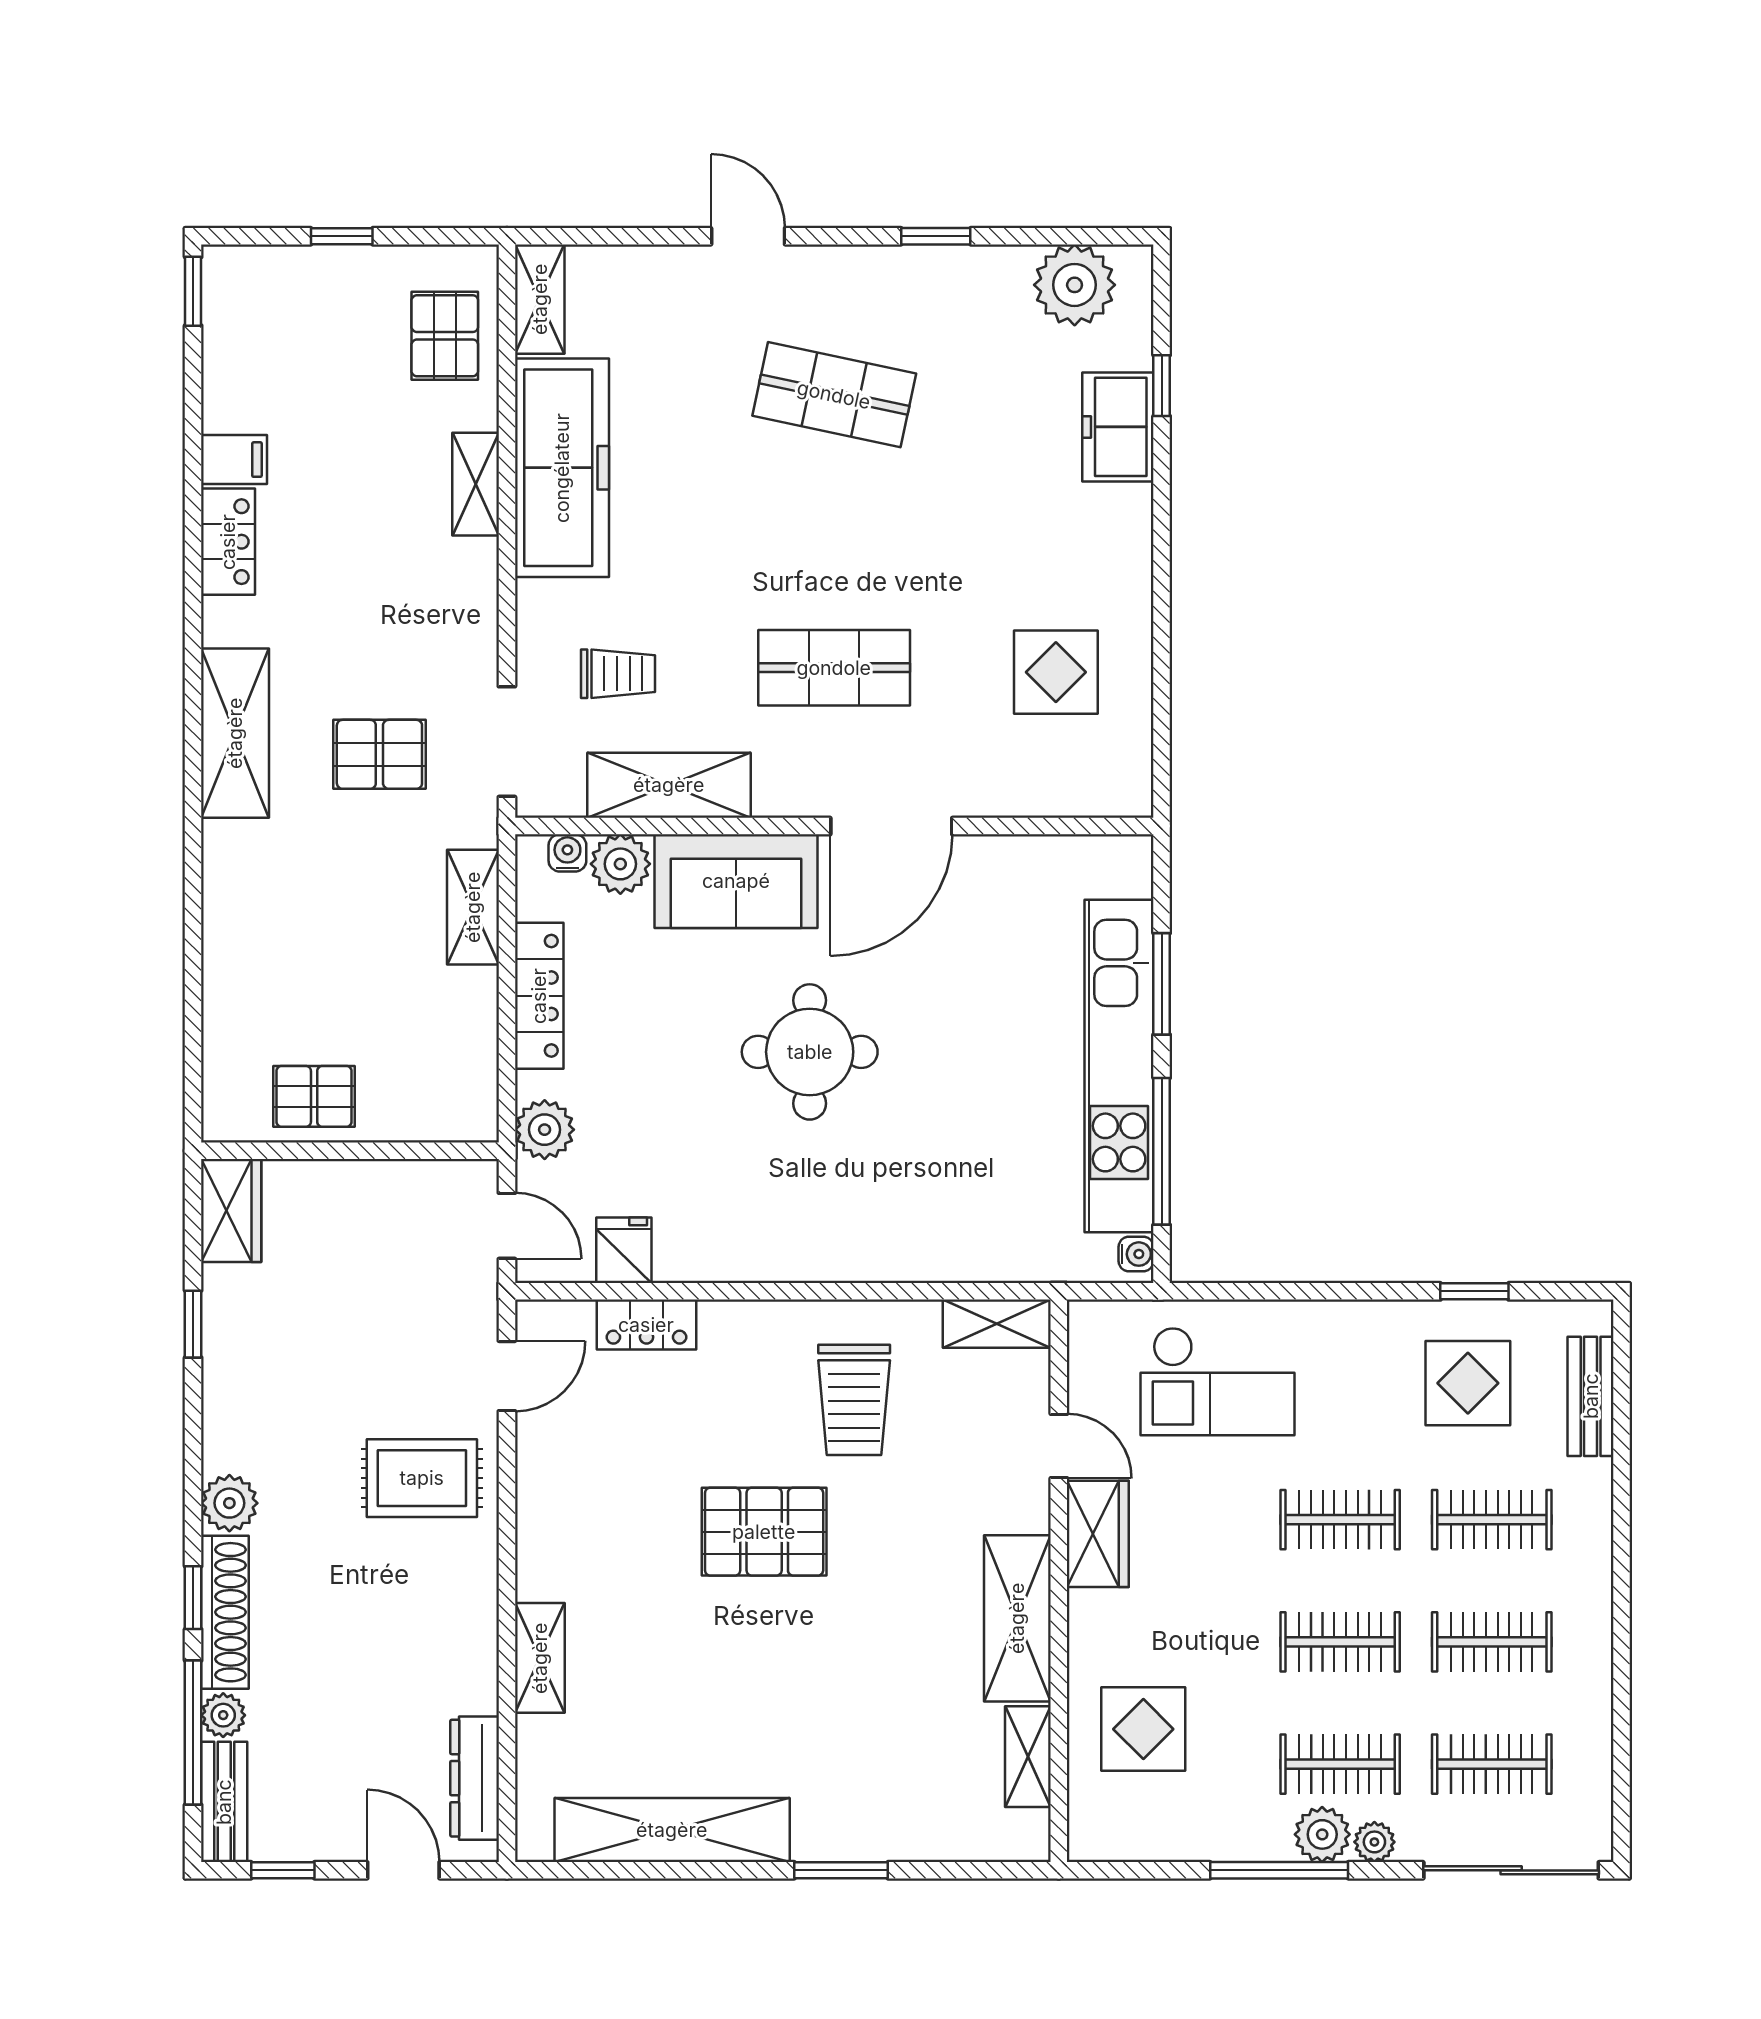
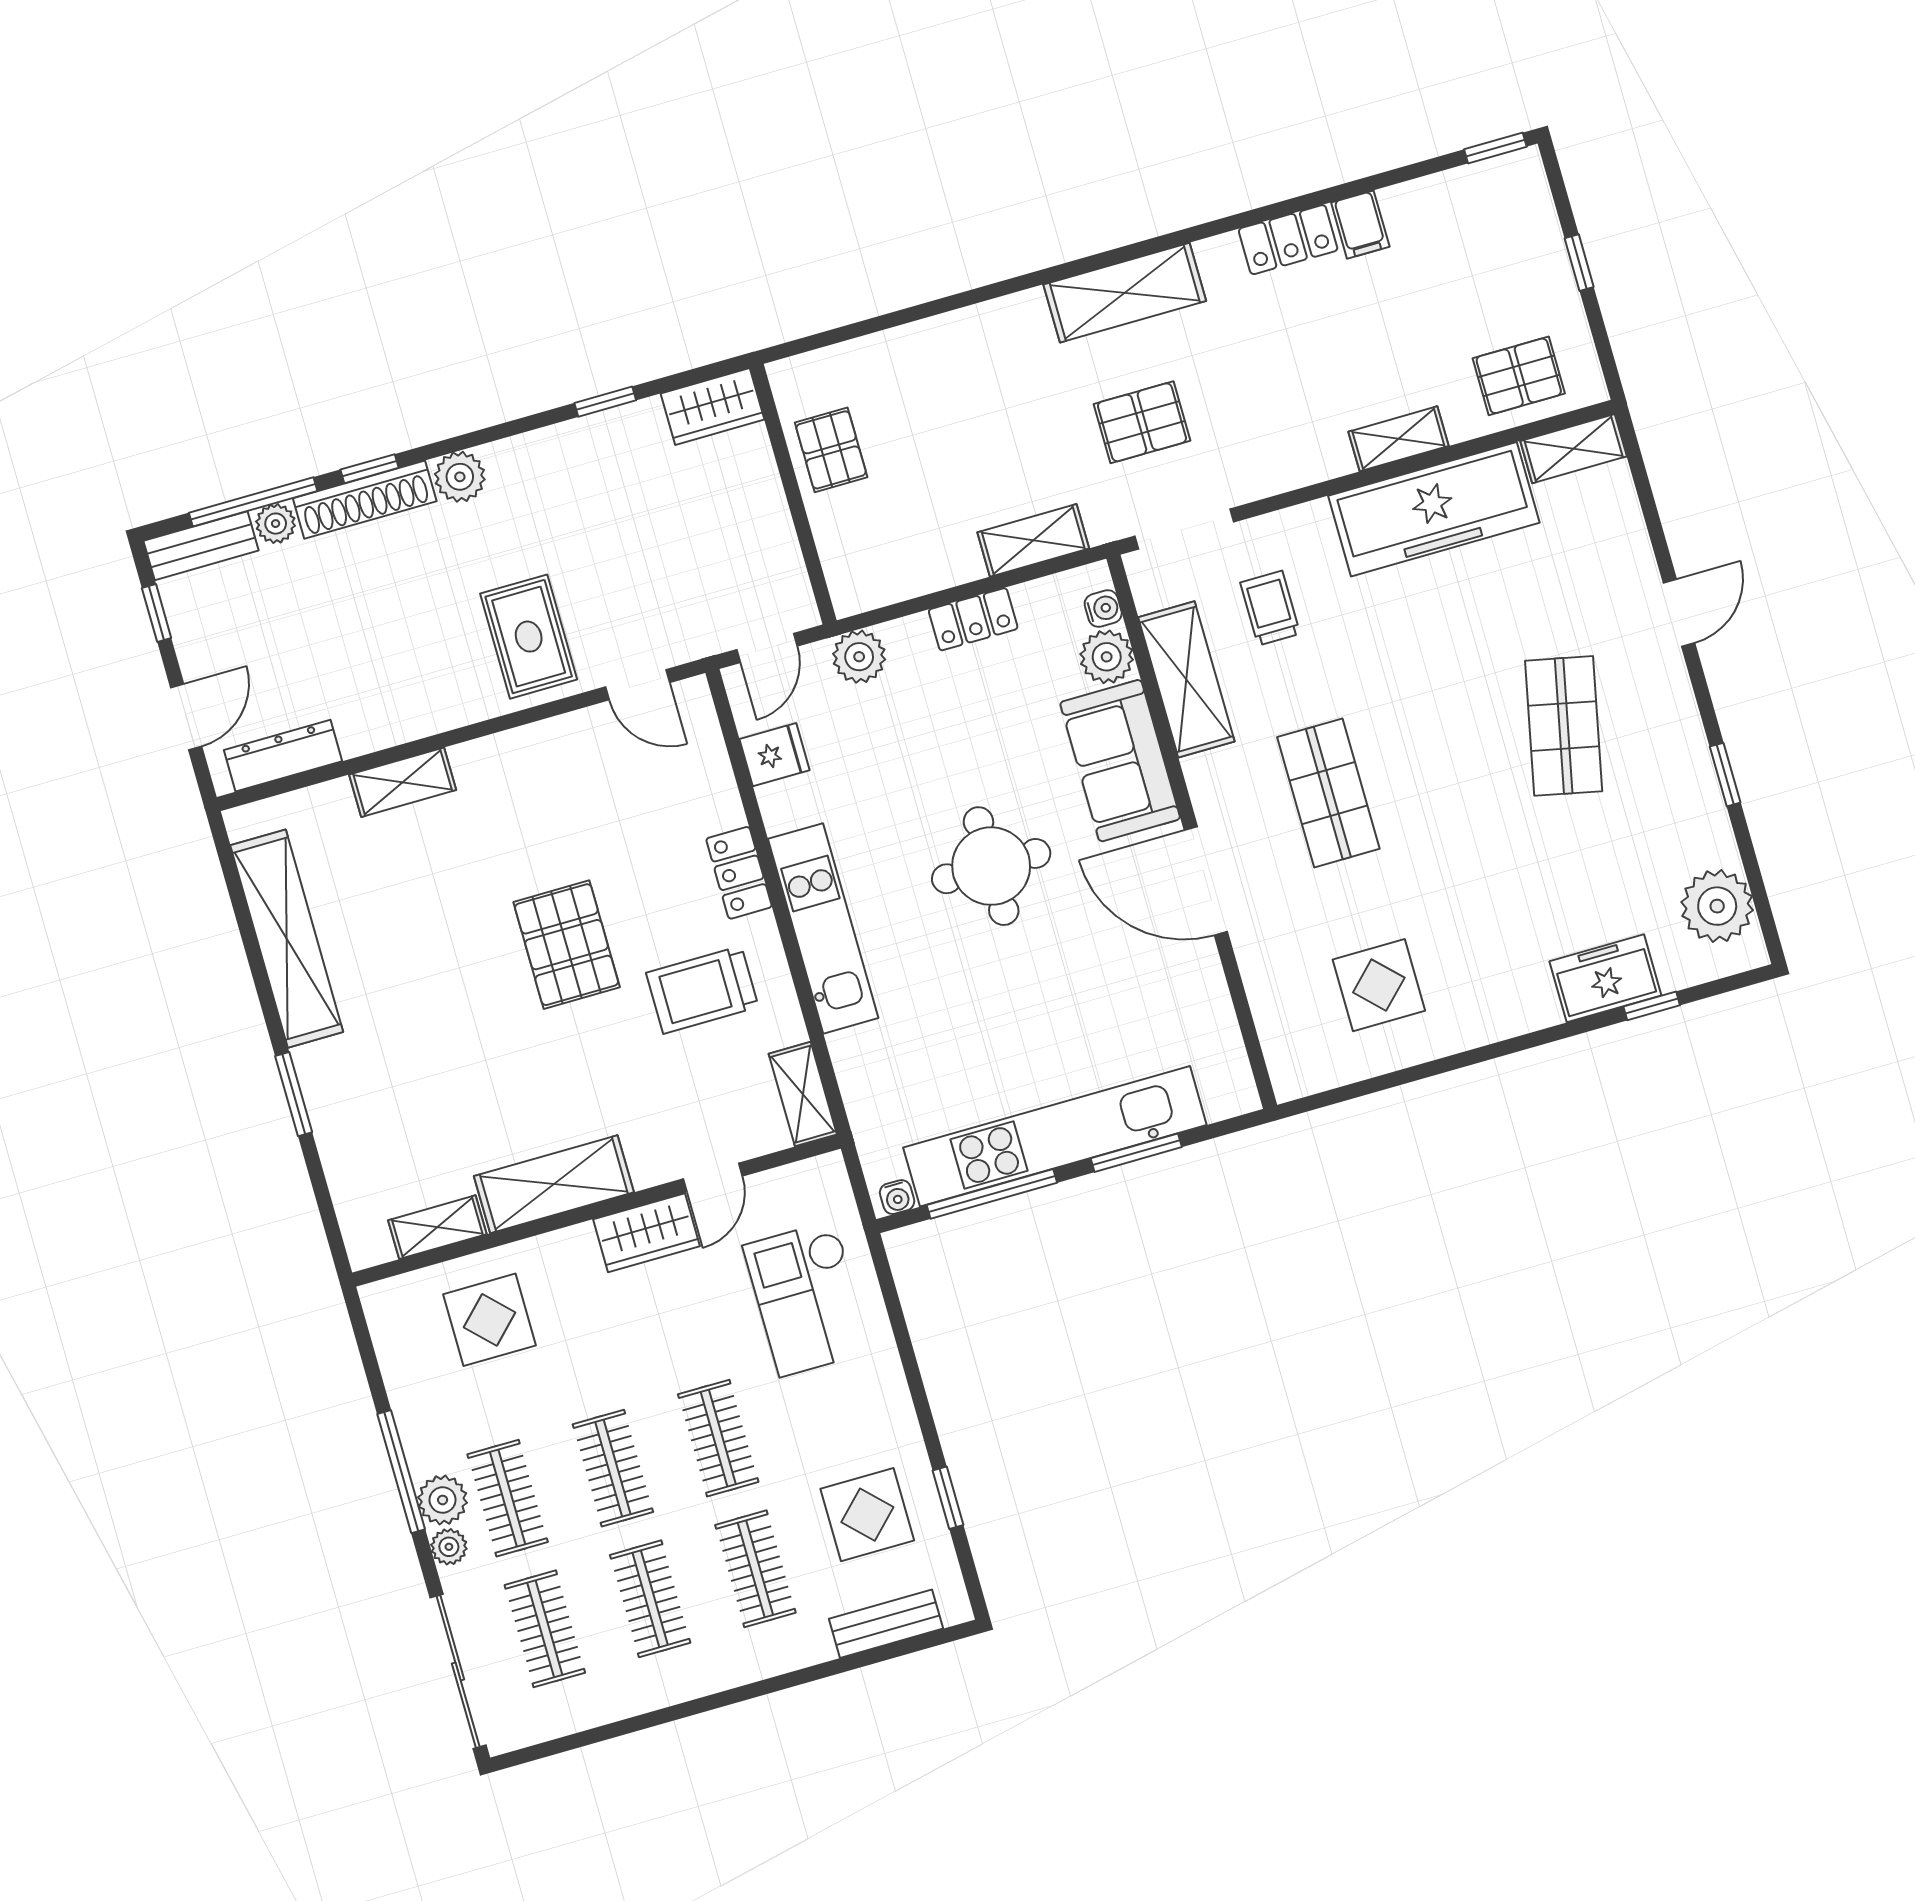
trolley: (618, 674) -> (1270, 608), turned 180
pallet: (379, 754) -> (1142, 422), turned 90
locker: (539, 996) -> (973, 619), width x0.66
kitchen unit: (825, 1251) -> (823, 928), added
locker: (646, 1325) -> (739, 873), moved

